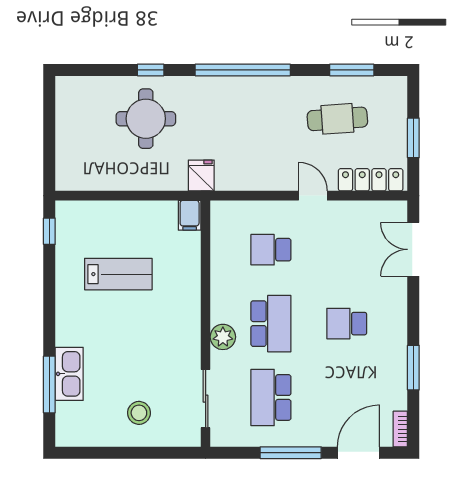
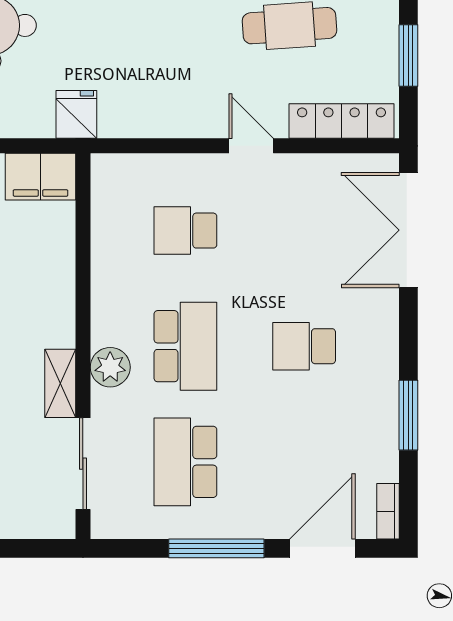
filing cabinet: (190, 215) -> (41, 177), width x2.00
double door: (413, 249) -> (408, 230), width x1.37
shelving: (191, 347) -> (60, 383), added

